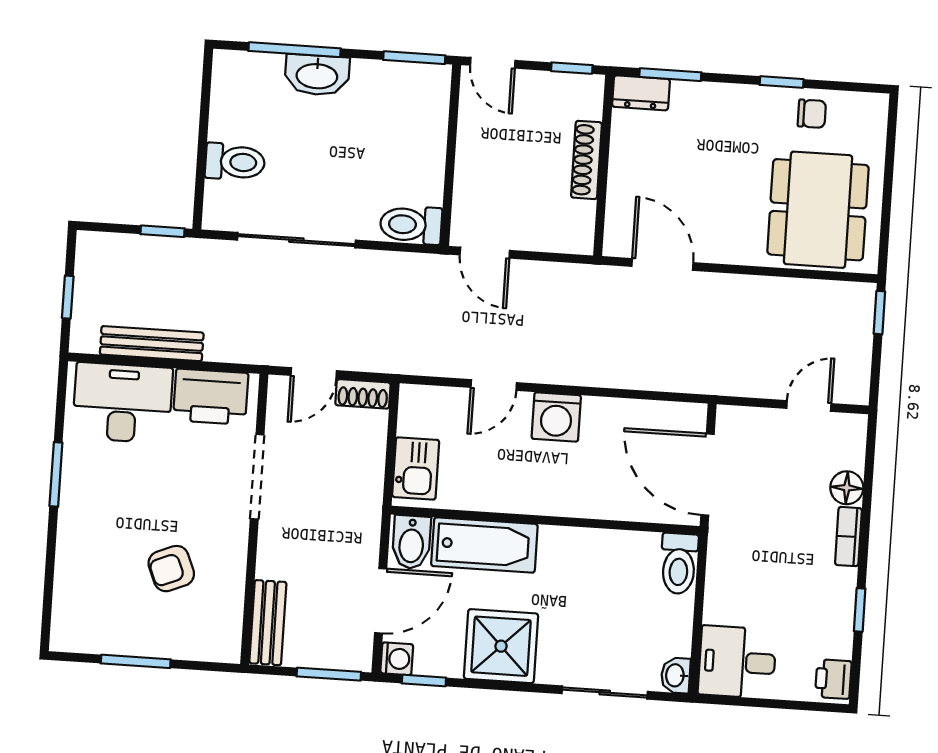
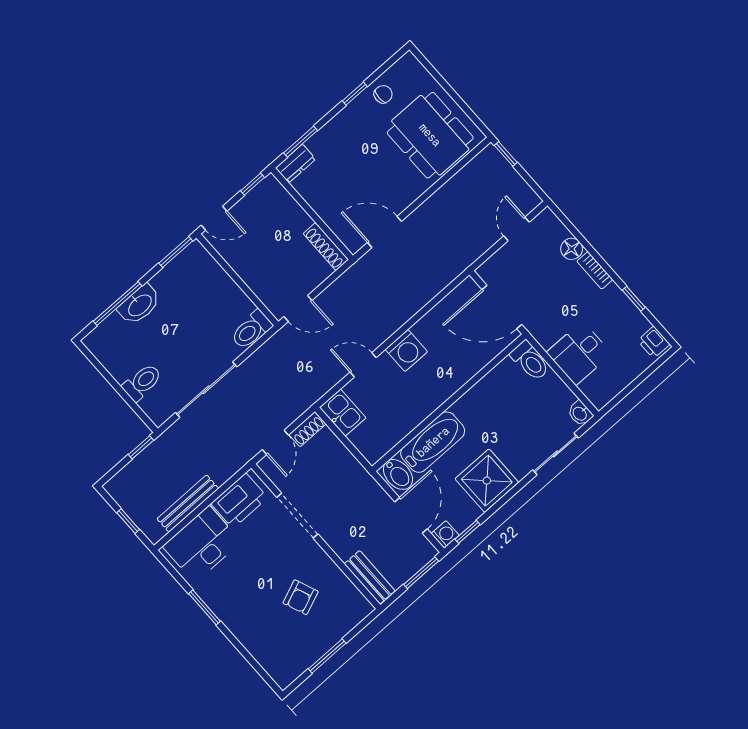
shoe rack: (586, 160) -> (326, 247), moved
door: (494, 385) -> (363, 365), swing flipped
kitchen sink: (416, 468) -> (343, 413), moved
desk: (737, 662) -> (579, 353), moved

